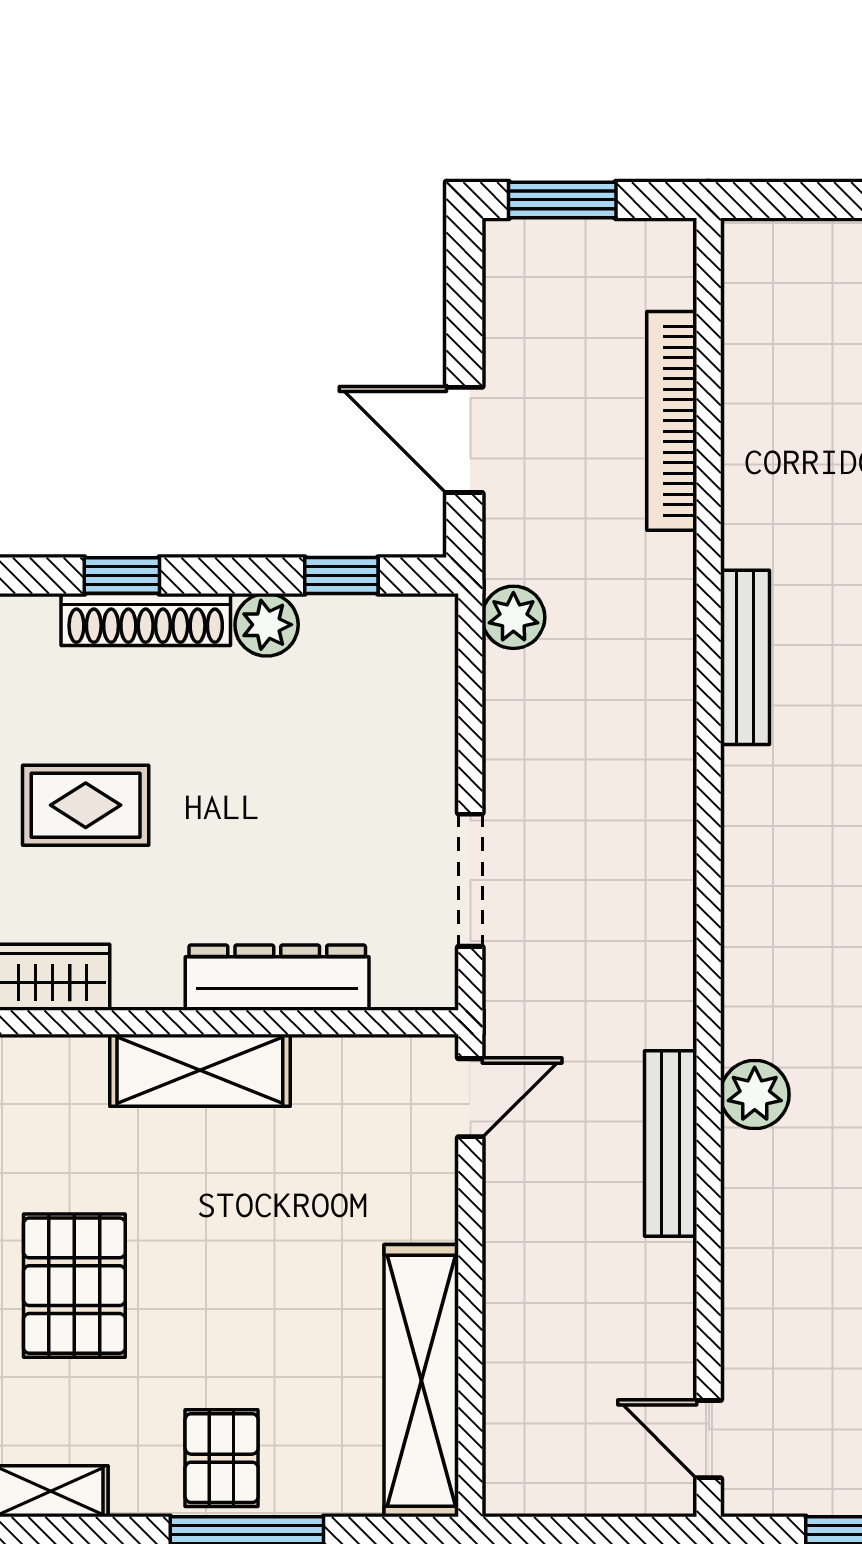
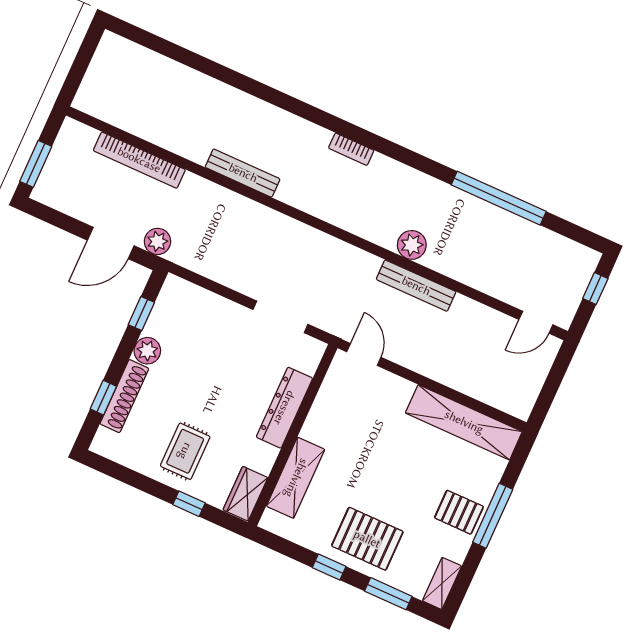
plant: (513, 617) -> (157, 241), moved
shelving: (200, 1070) -> (296, 478), moved

